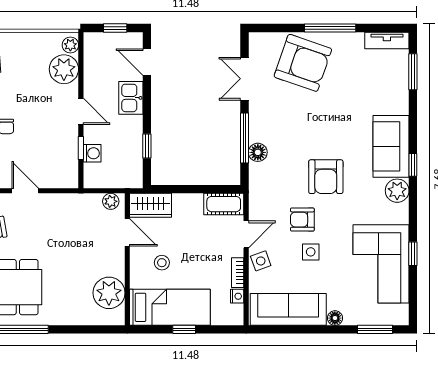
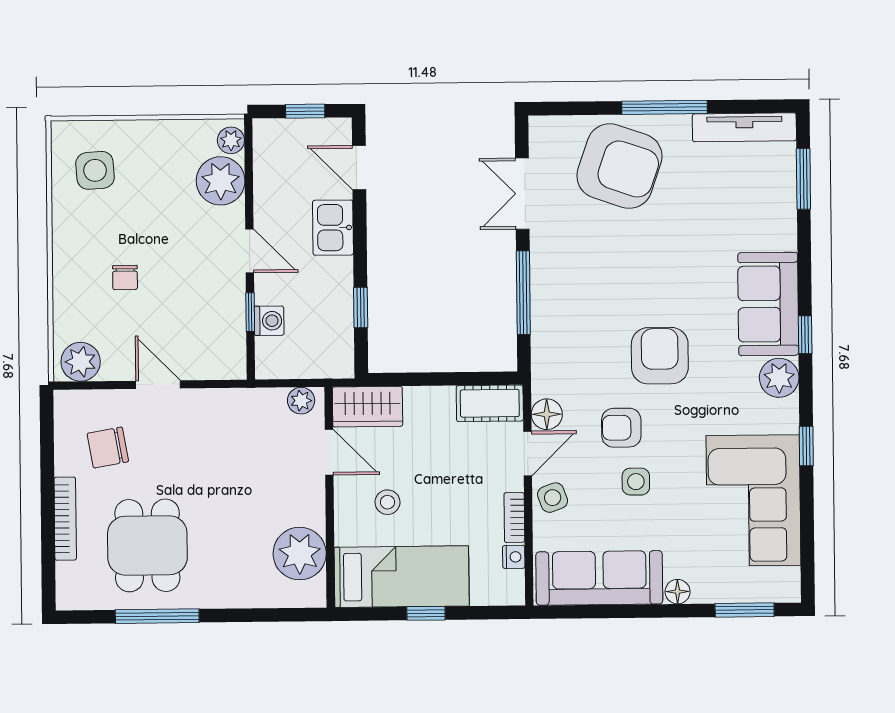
tv unit: (387, 40) -> (744, 127), width x1.41
floor lamp: (258, 152) -> (547, 414), moved
armchair: (326, 177) -> (660, 356), turned 180
window: (413, 254) -> (806, 446), moved

